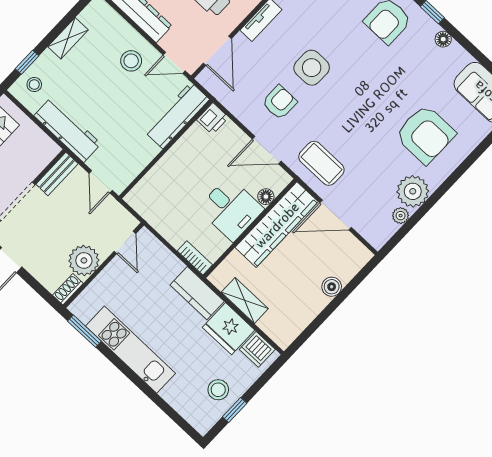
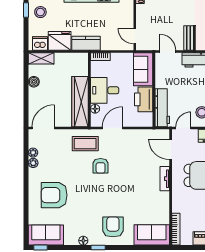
side table: (312, 68) -> (126, 179), removed
armchair: (279, 102) -> (101, 166), moved
printer: (213, 119) -> (144, 99), moved, width x1.87, depth x1.48
sofa: (155, 189) -> (143, 69), added
plant: (413, 191) -> (33, 163), width x0.53, depth x0.53
door: (336, 215) -> (43, 128), moved
plant: (84, 260) -> (144, 13), removed
boiler: (332, 287) -> (34, 82), moved
shelving: (245, 300) -> (41, 58), moved

